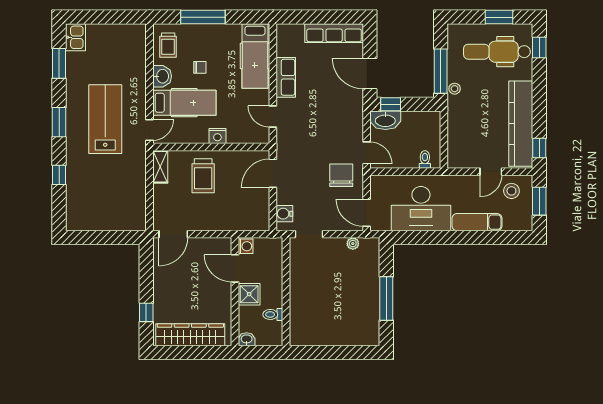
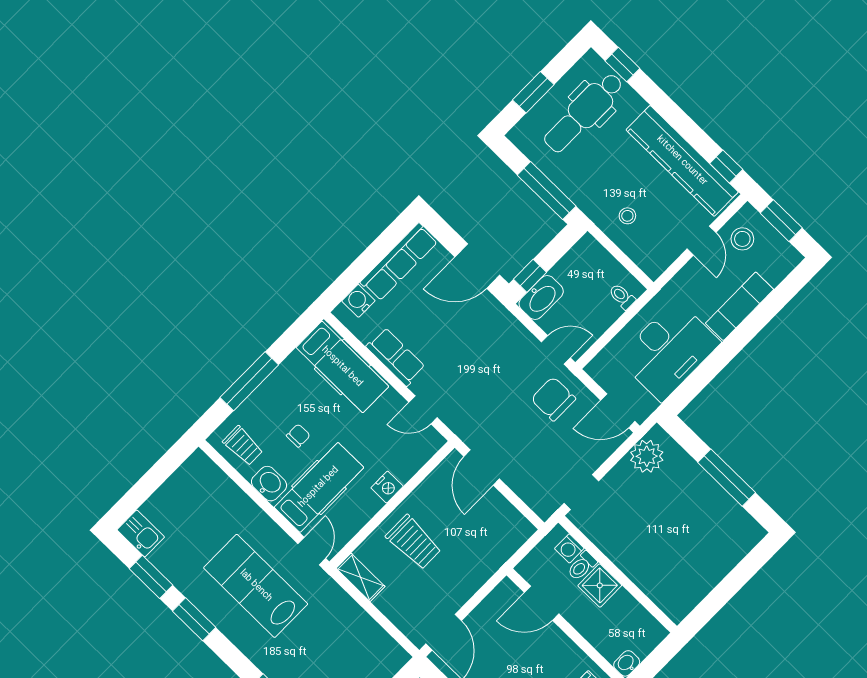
window: (499, 17) -> (533, 92), moved
stool: (455, 89) -> (627, 216), moved
window: (59, 122) -> (194, 619), moved
water cooler: (284, 214) -> (358, 301), moved, turned 90
plant: (353, 244) -> (647, 456), width x1.88, depth x1.88
washing machine: (246, 246) -> (569, 548), moved, turned 180
shower: (249, 294) -> (600, 585), moved
toilet: (273, 314) -> (582, 566), moved

